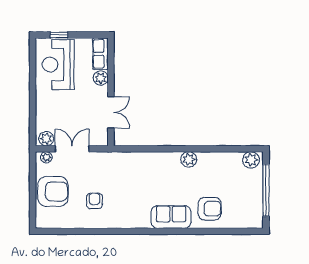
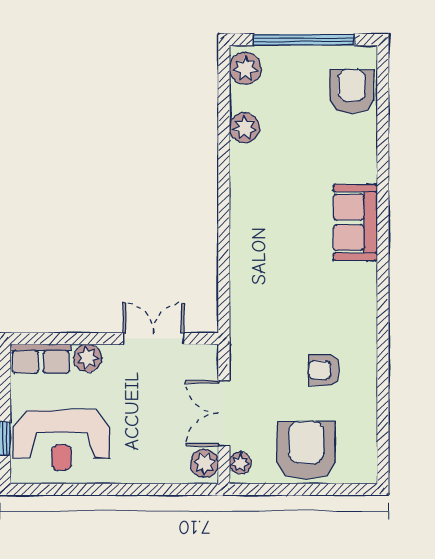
plant: (189, 159) -> (244, 128), moved
armchair: (210, 209) -> (352, 92), moved

